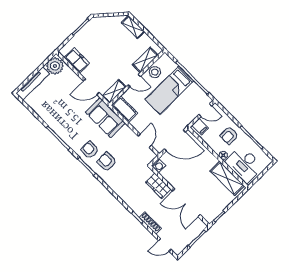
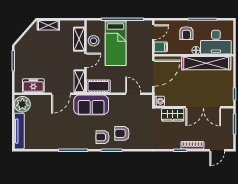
shelving: (227, 178) -> (206, 63), width x1.47

